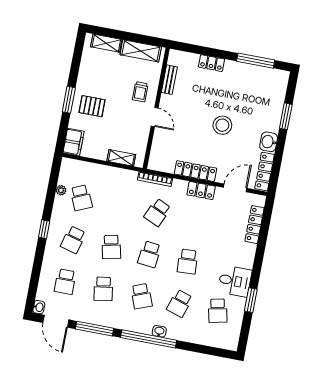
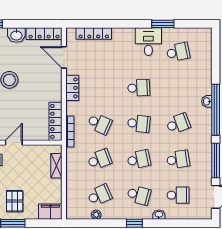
locker: (195, 171) -> (56, 121), moved
school desk: (180, 303) -> (99, 159), moved, turned -39
washbasin: (39, 307) -> (159, 215), moved

